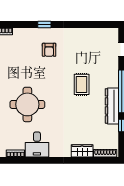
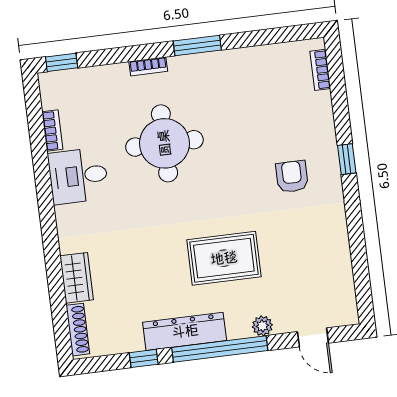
armchair: (49, 50) -> (292, 176), turned 90
plant: (114, 71) -> (262, 326), added
rug: (82, 84) -> (224, 258), width x1.36, depth x1.43

